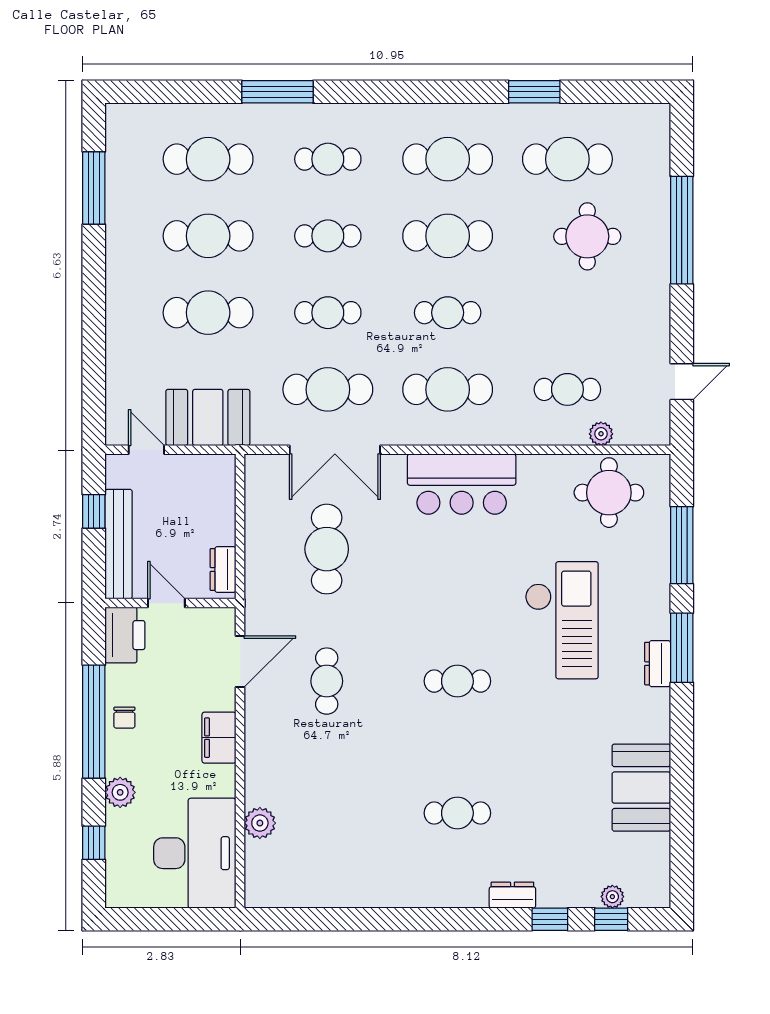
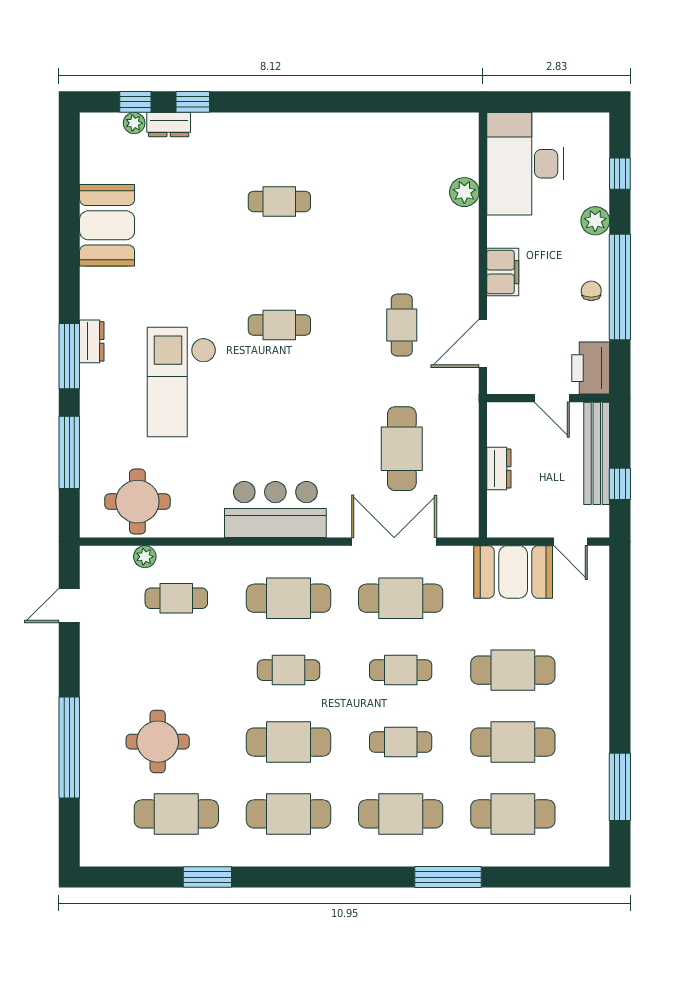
cafe table: (328, 159) -> (401, 814), width x1.37, depth x1.35
dresser: (223, 569) -> (499, 468), moved
dresser: (512, 895) -> (169, 125), moved

